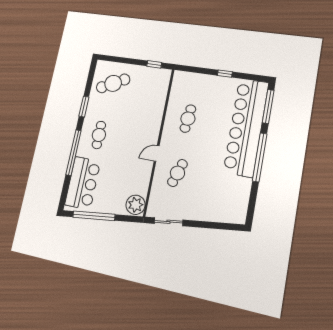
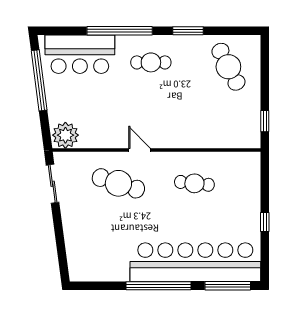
cafe table: (177, 173) -> (118, 183), width x1.37, depth x1.35

